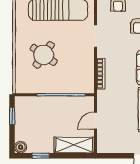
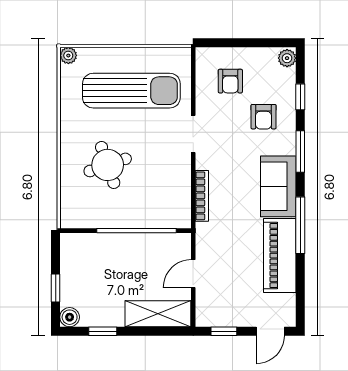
round table: (44, 55) -> (108, 165), turned 36
window: (12, 116) -> (56, 288), moved
window: (114, 156) -> (224, 331), added

